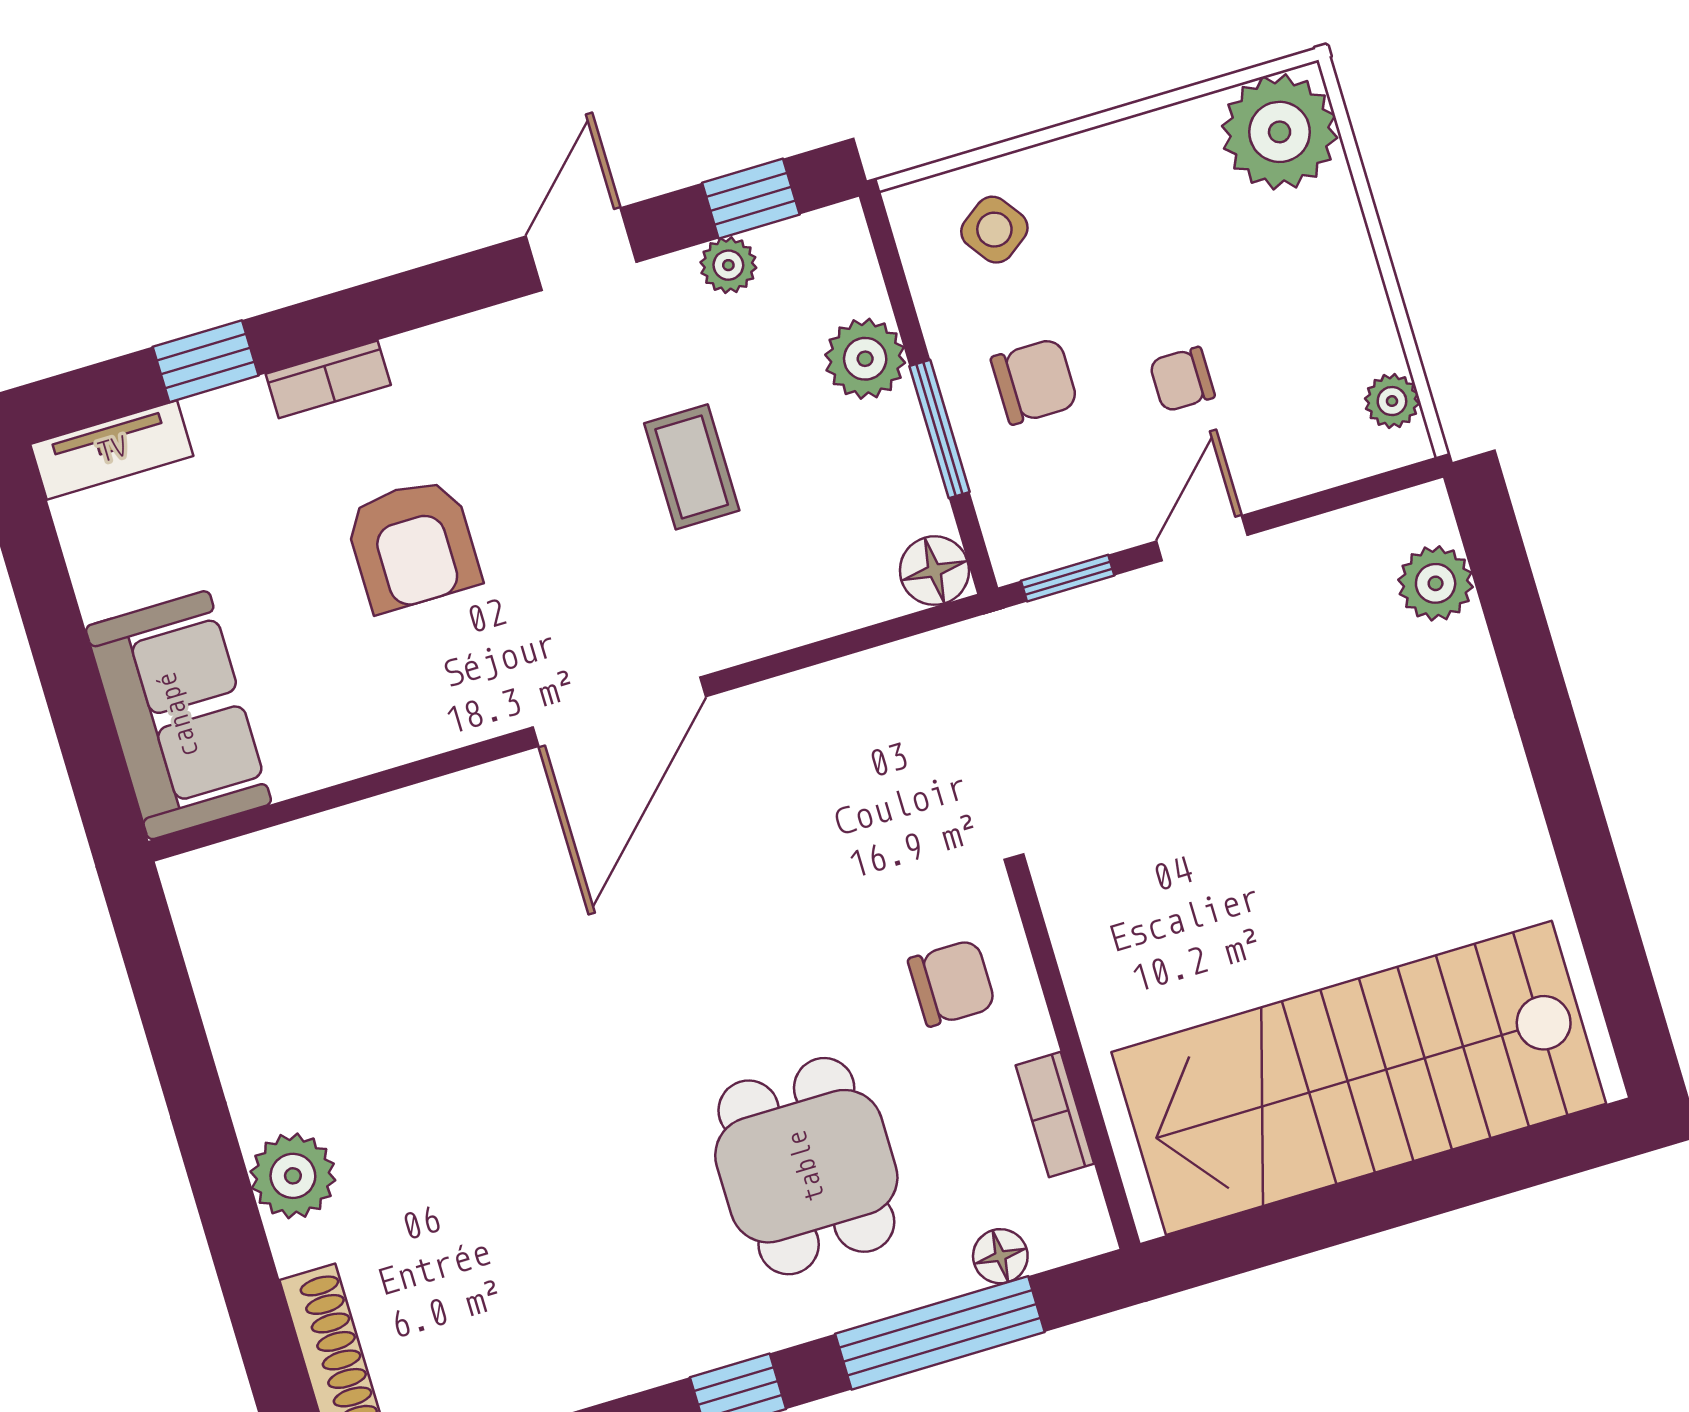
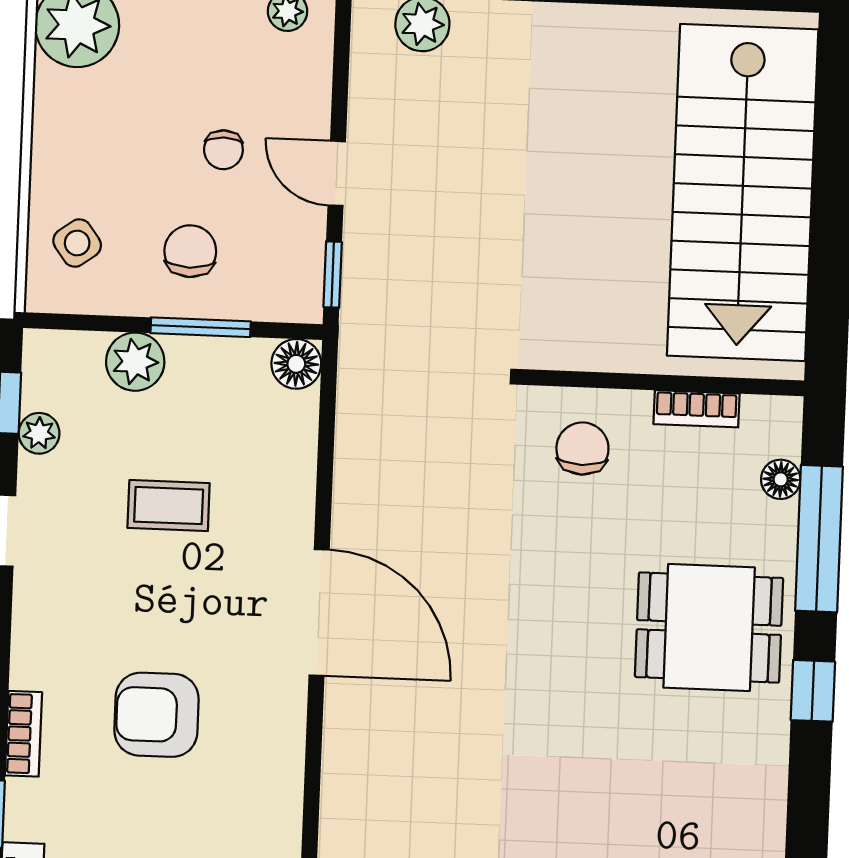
armchair: (413, 545) -> (156, 715), turned 180
dining table: (806, 1166) -> (709, 628), moved

